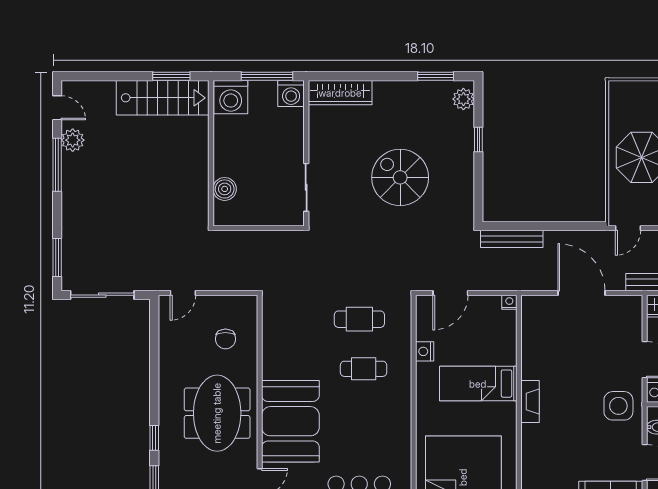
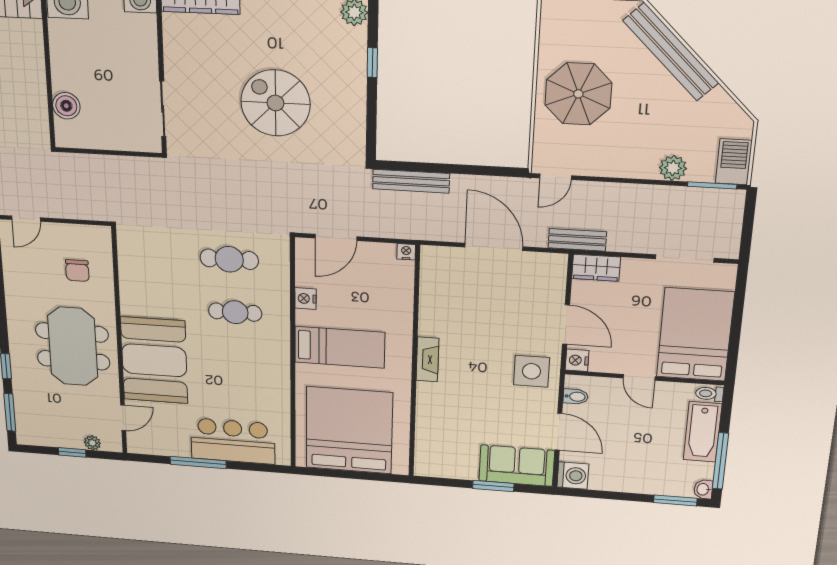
bed: (478, 384) -> (340, 347), moved, turned 180

